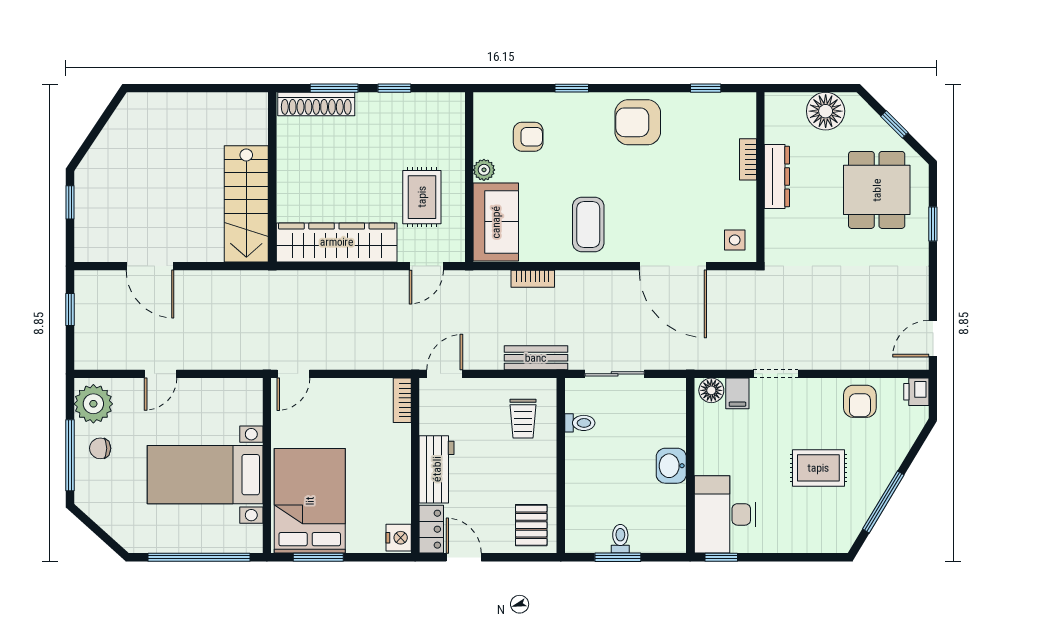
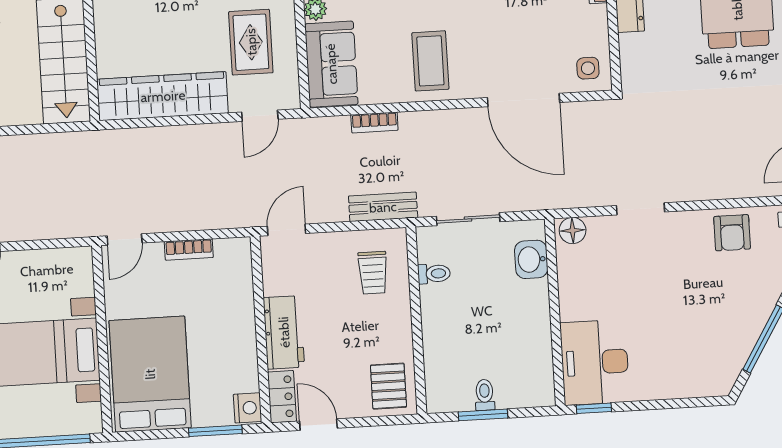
filing cabinet: (737, 393) -> (601, 232), removed
bookcase: (402, 400) -> (189, 250), moved, turned -90
washbasin: (671, 466) -> (531, 259), moved
rug: (818, 468) -> (692, 307), removed
window: (318, 557) -> (215, 431), moved

